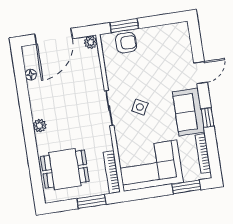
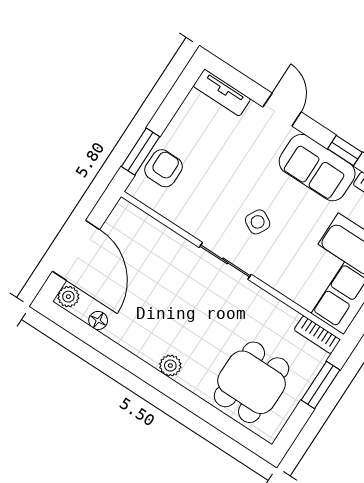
tv unit: (184, 38) -> (222, 93), added
plant: (91, 42) -> (68, 297), moved
bookcase: (112, 172) -> (317, 335), width x0.64

